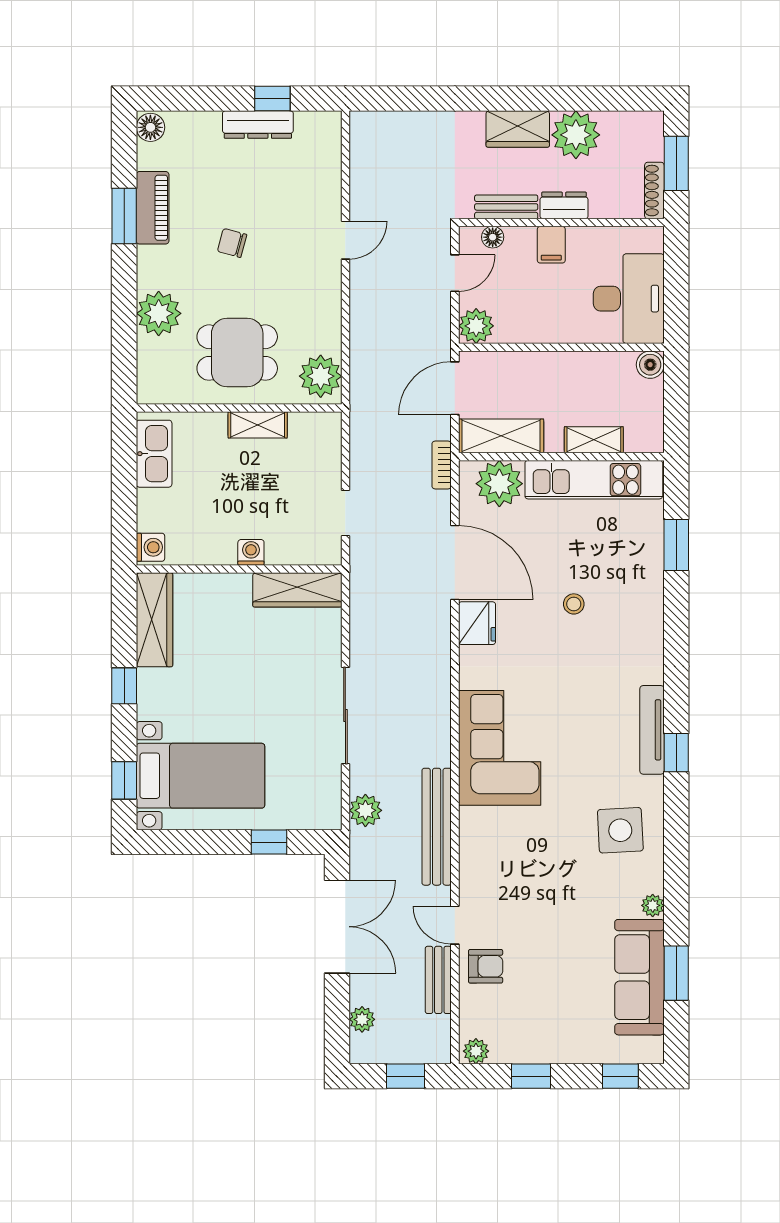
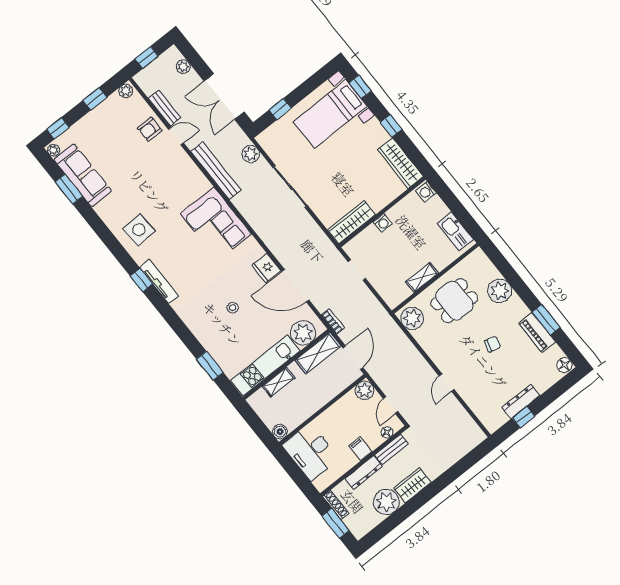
dresser: (564, 205) -> (364, 472), width x1.44
plant: (653, 905) -> (54, 150), moved

